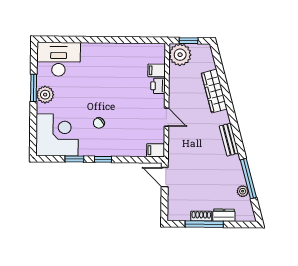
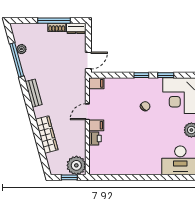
filing cabinet: (157, 70) -> (96, 125), moved
door: (166, 117) -> (87, 112), hinge flipped
door: (165, 177) -> (88, 61), hinge flipped
dresser: (224, 215) -> (76, 28), moved

